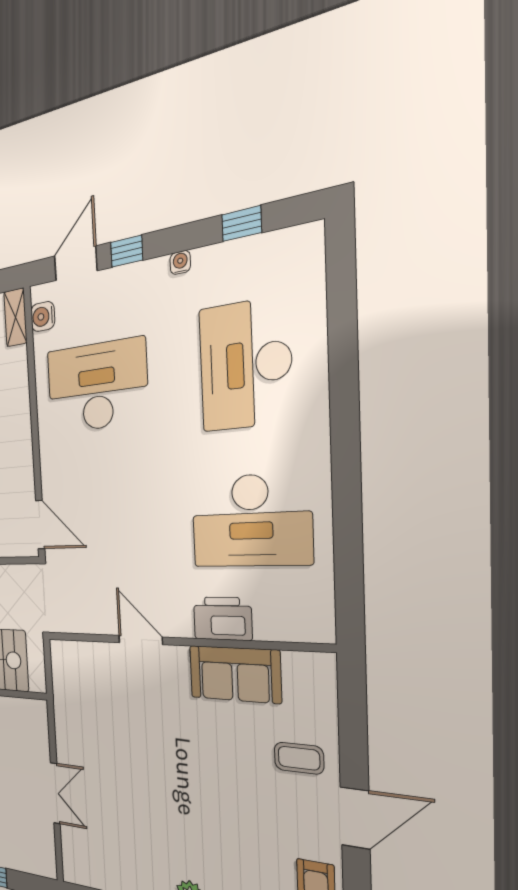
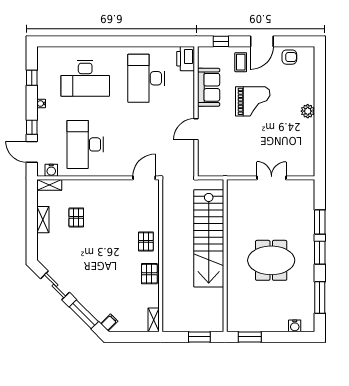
desk: (251, 521) -> (146, 78), turned 180
printer: (223, 619) -> (186, 59), moved
window: (352, 714) -> (221, 41), added
grand piano: (206, 775) -> (253, 101), added
door: (355, 818) -> (262, 41), swing flipped

